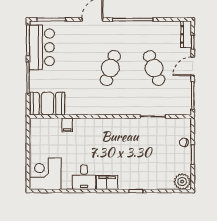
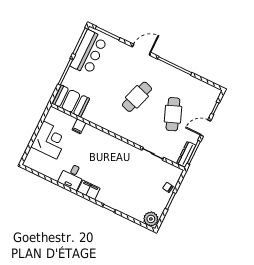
dresser: (186, 34) -> (186, 154), moved
corner desk: (45, 174) -> (50, 140), moved, turned 90

